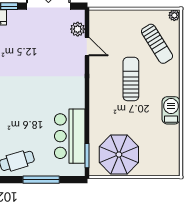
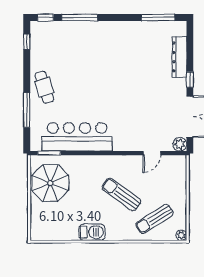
plant: (78, 29) -> (180, 144), moved
sun lounger: (131, 79) -> (121, 194), turned -144
bar counter: (70, 136) -> (77, 137), width x1.36

